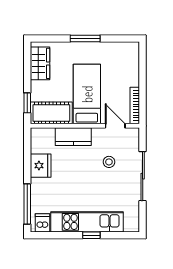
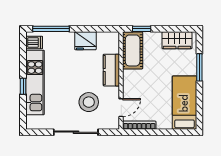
window: (85, 38) -> (199, 67), moved
bed: (87, 94) -> (184, 103), moved, turned -90
stool: (109, 162) -> (89, 102), width x1.89, depth x1.89

